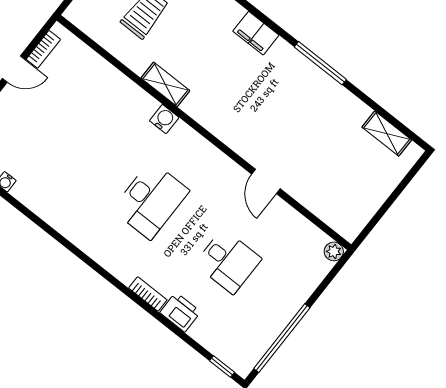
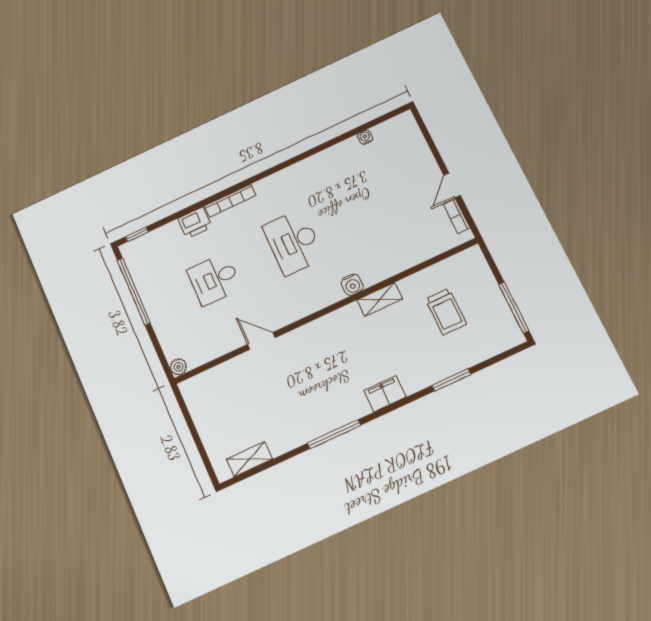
bookcase: (148, 294) -> (230, 201), width x1.56

